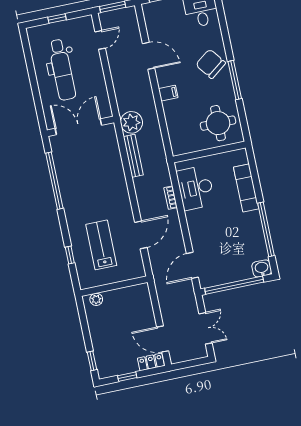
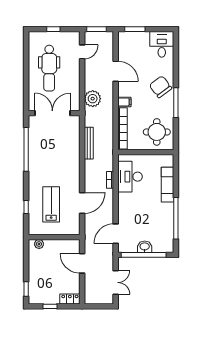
plant: (131, 122) -> (93, 99), moved
bookcase: (173, 128) -> (123, 128), added
washbasin: (262, 268) -> (145, 247), moved
door: (163, 339) -> (82, 263), moved

